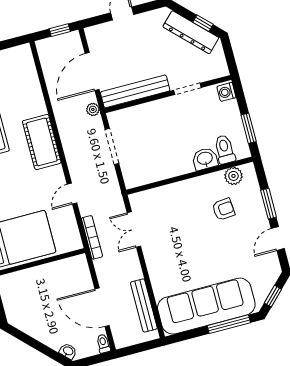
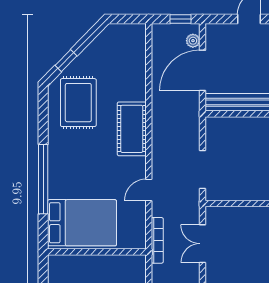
plant: (93, 109) -> (193, 41), moved
doorway: (112, 146) -> (203, 169), moved

